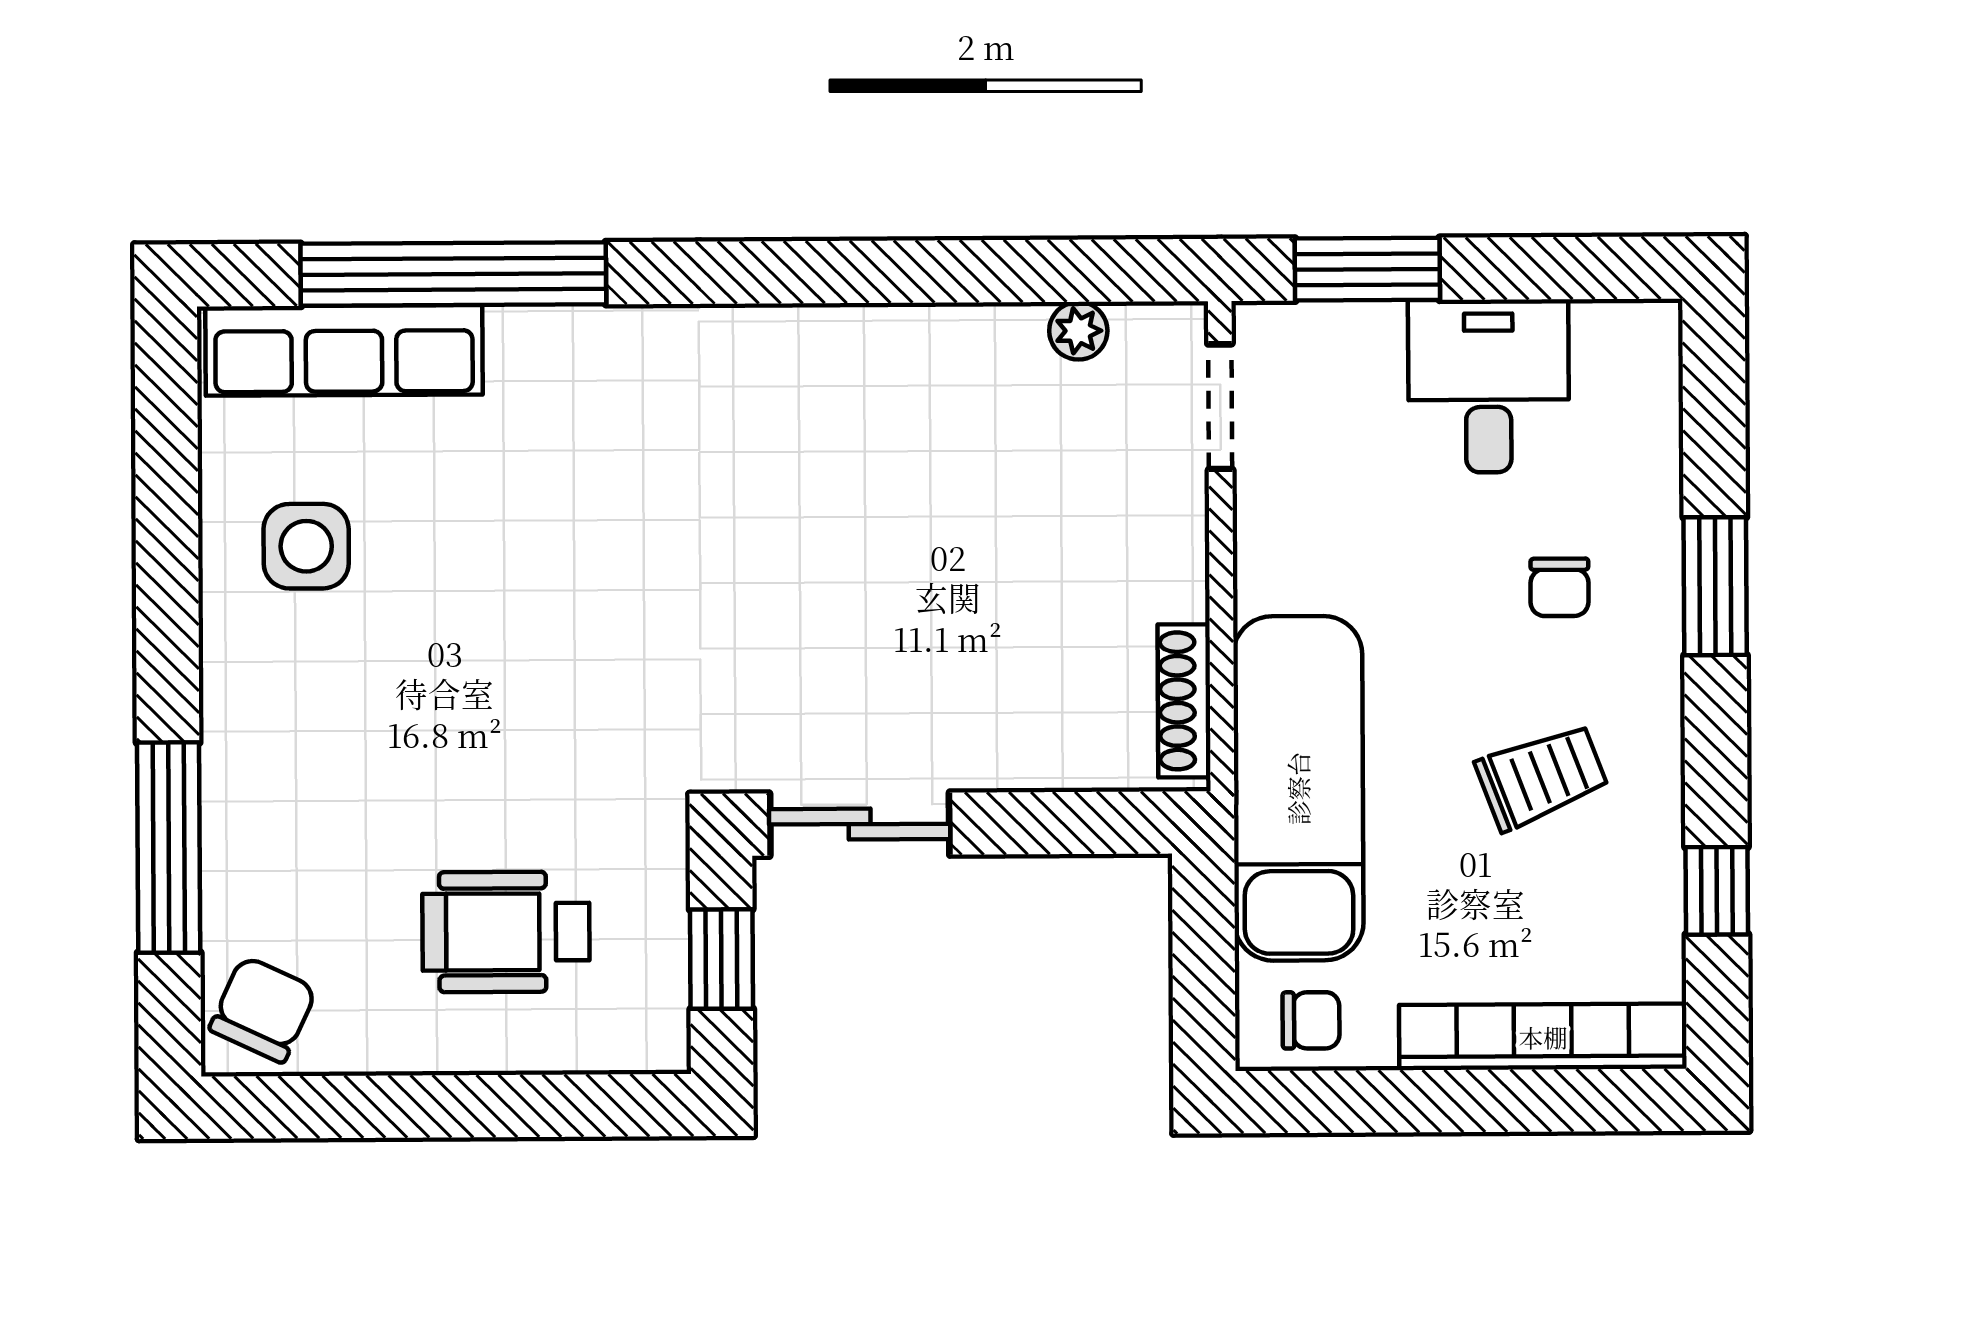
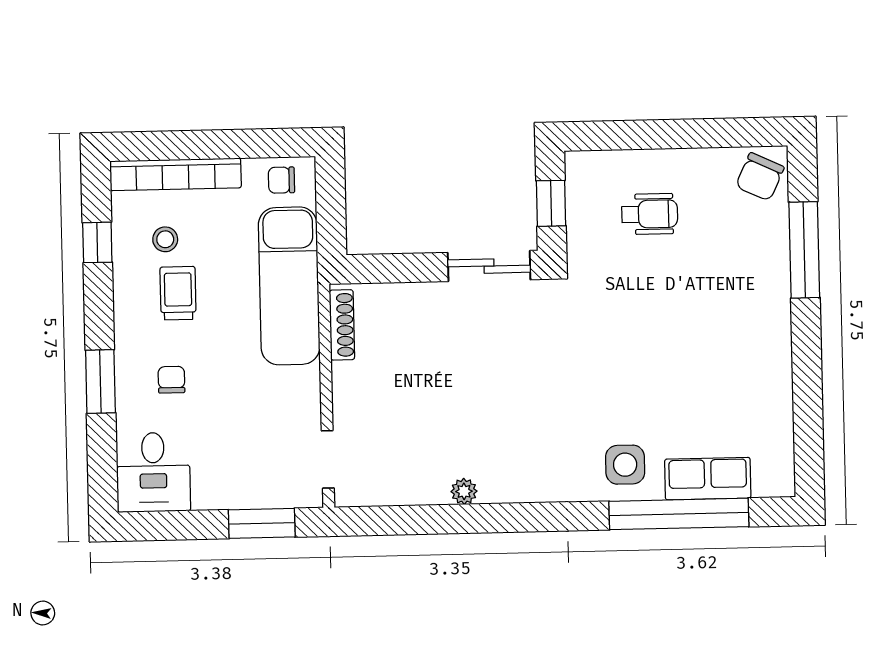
plant: (1078, 331) -> (464, 491), moved
row of seats: (344, 350) -> (708, 479), width x0.68
desk: (1489, 386) -> (153, 472), moved
side table: (306, 546) -> (625, 465), moved
trolley: (1542, 777) -> (178, 293), turned 111
stool: (1568, 895) -> (165, 239), added
wheelchair: (506, 932) -> (650, 214), width x0.73, depth x0.73

